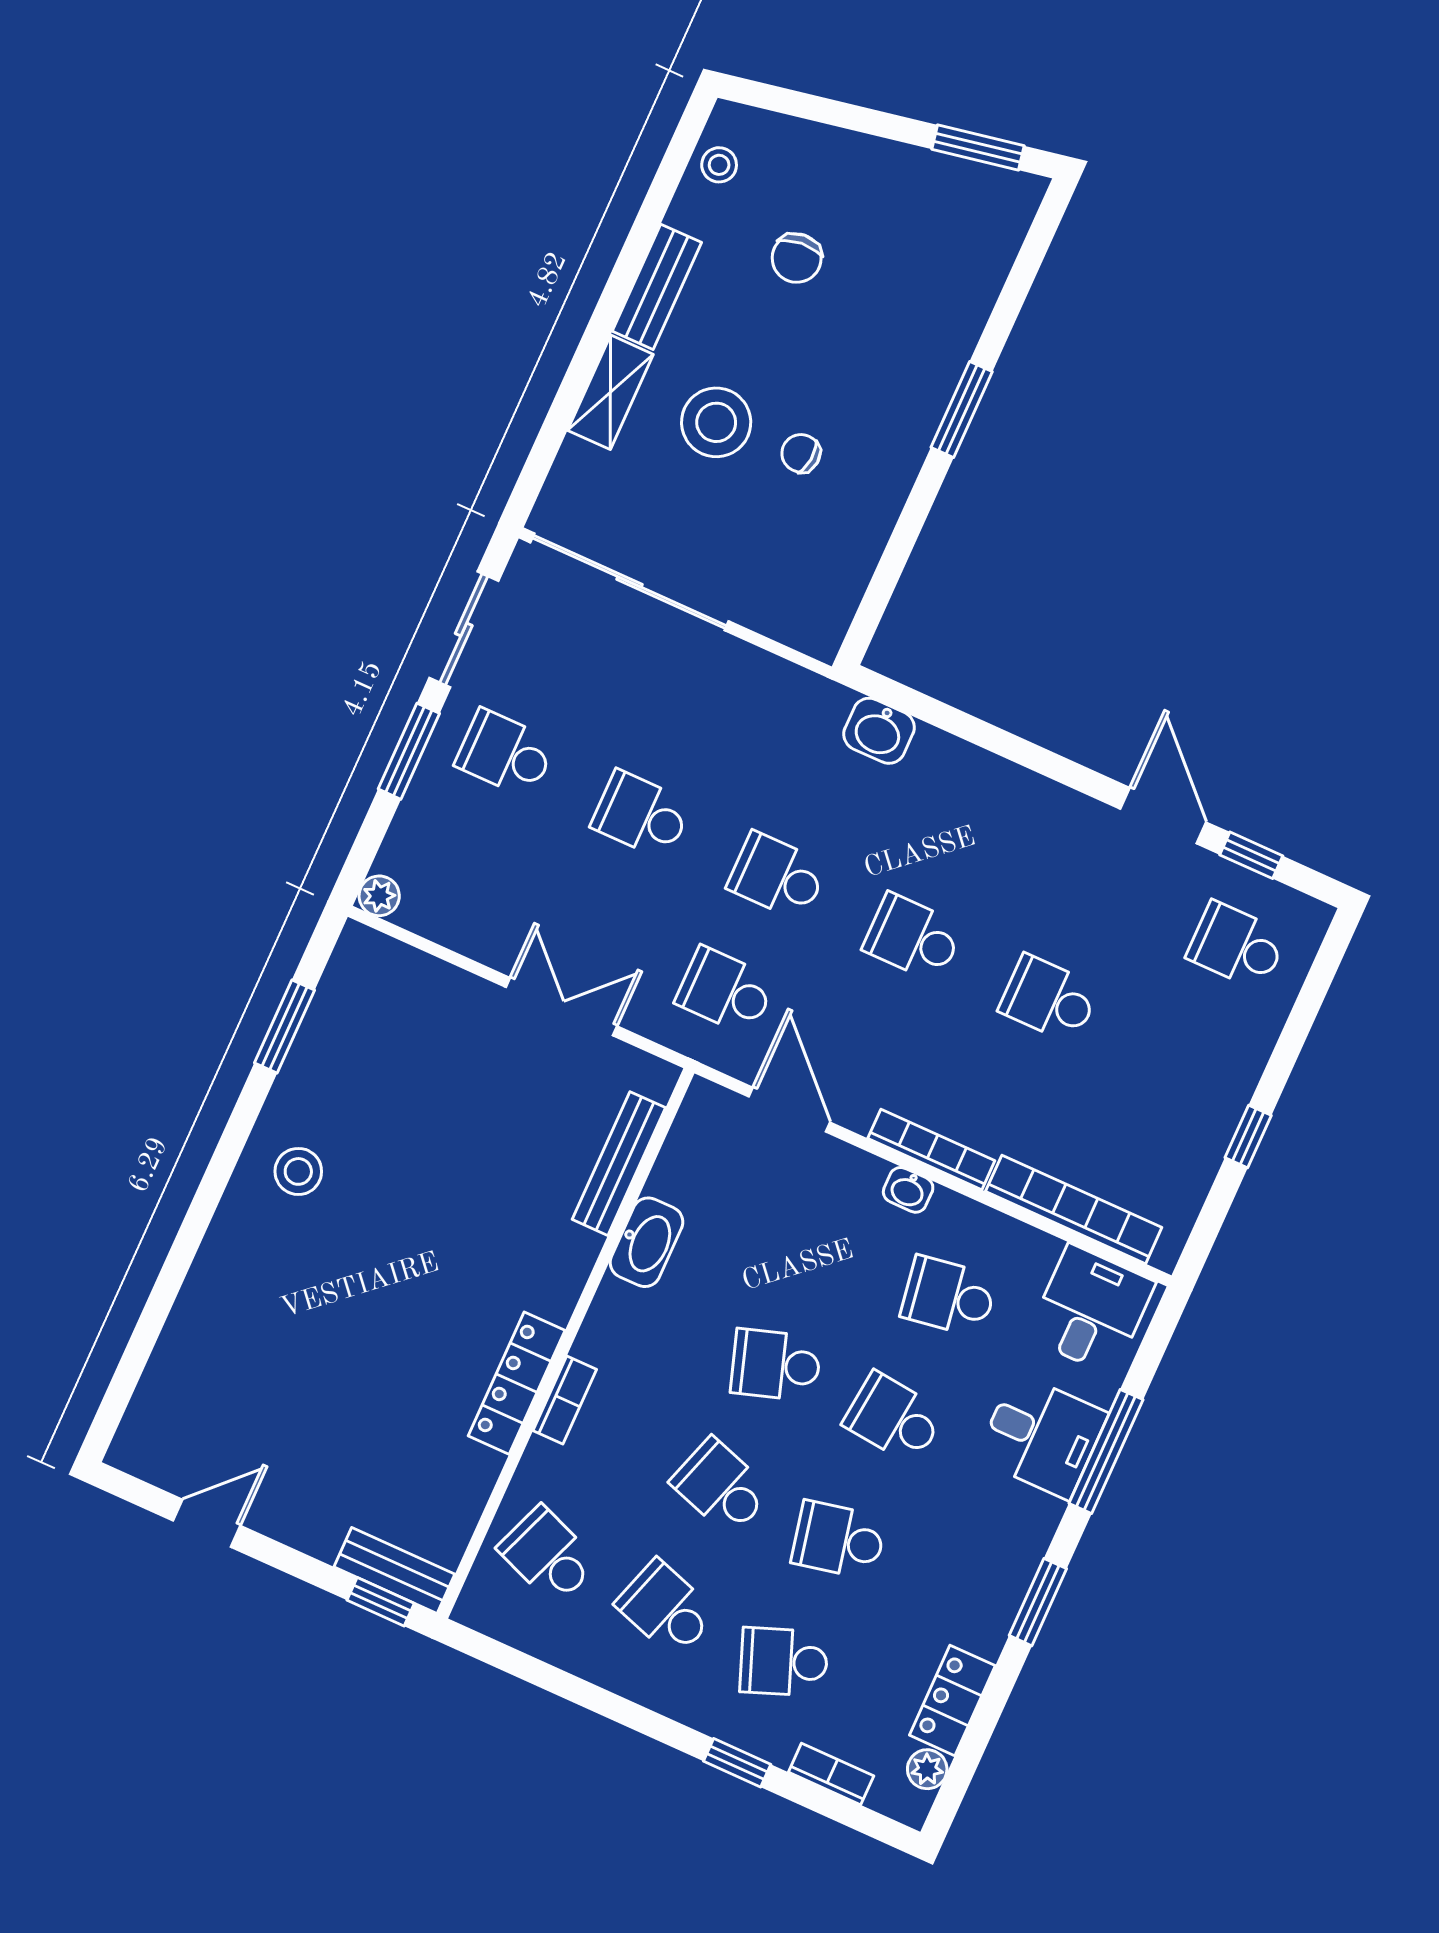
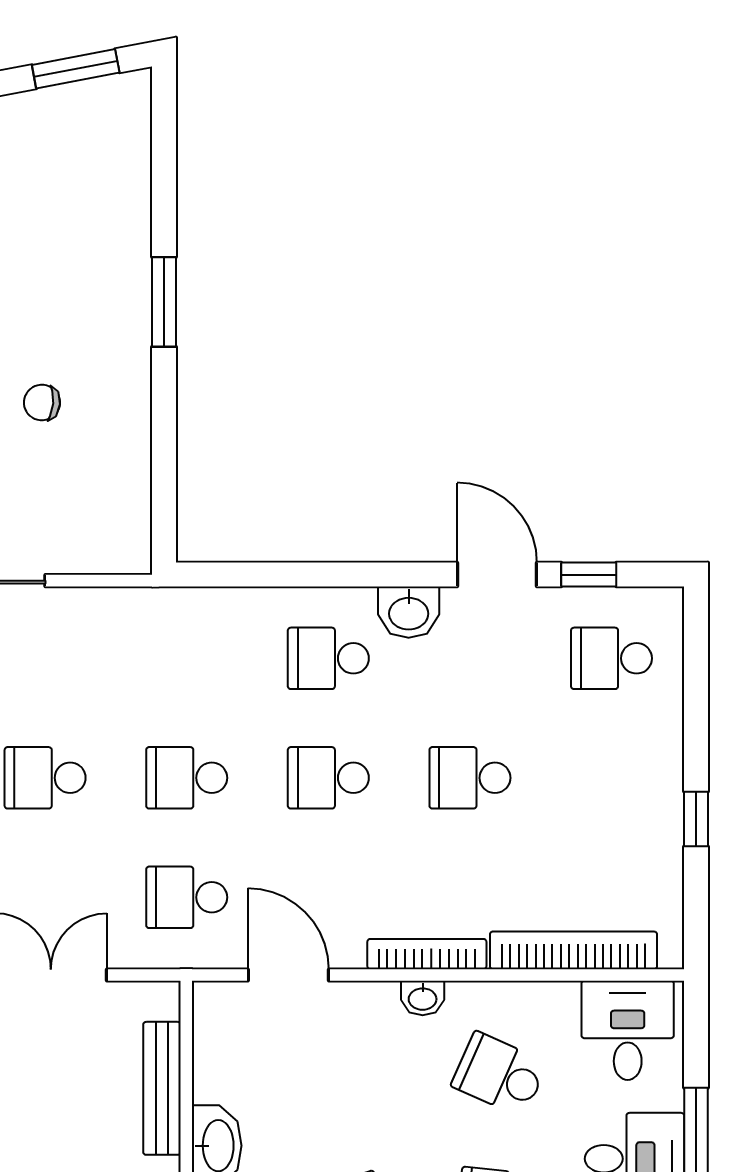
washbasin: (879, 731) -> (409, 612), moved
school desk: (965, 823) -> (328, 658), added
school desk: (949, 1296) -> (499, 1074), turned 33

